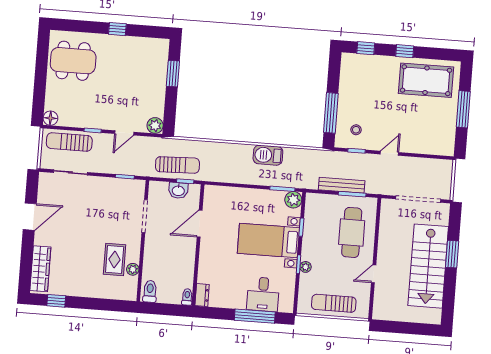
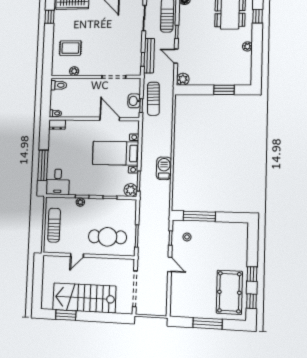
window: (117, 29) -> (258, 16), moved
plant: (120, 41) -> (247, 46), added
window: (366, 48) -> (251, 301), moved
bench: (342, 185) -> (149, 56), moved
bed with nightstands: (268, 241) -> (115, 153), moved, turned -90
window: (452, 254) -> (66, 315), moved
rug: (115, 259) -> (70, 48), moved
door: (374, 274) -> (77, 255), swing flipped
desk: (263, 294) -> (58, 182), moved, turned -90

